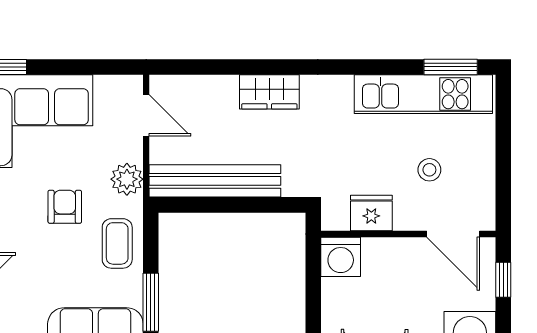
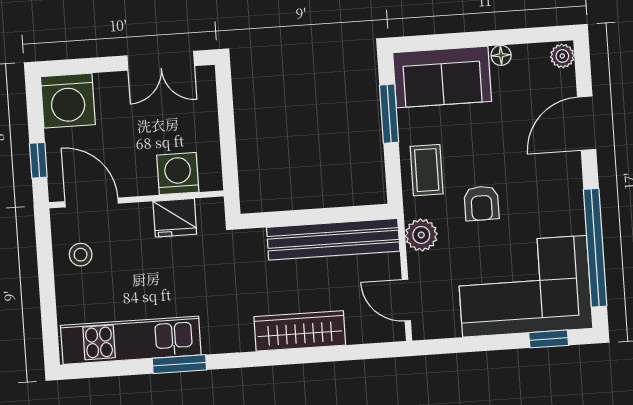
window: (451, 67) -> (179, 364), moved
wardrobe: (269, 92) -> (300, 331), width x1.50
stool: (429, 170) -> (81, 255), moved
washing machine: (341, 257) -> (178, 174), moved

